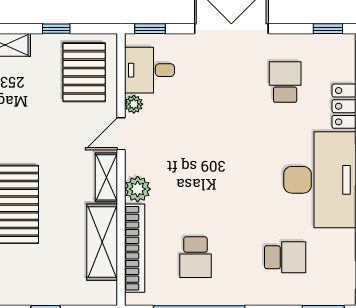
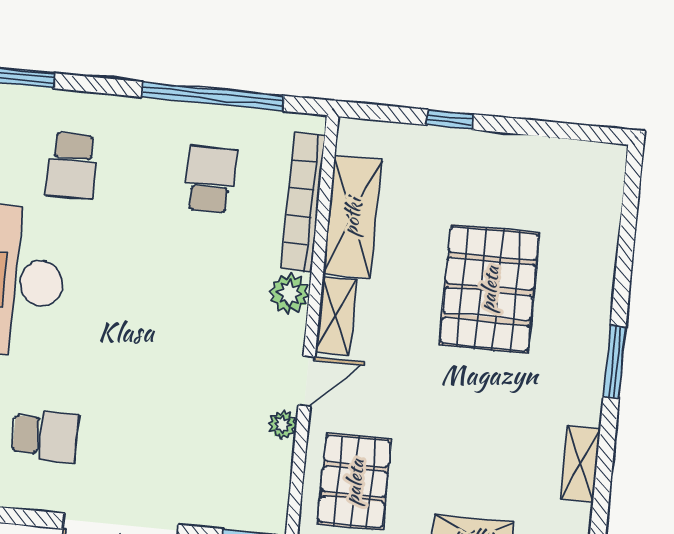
desk: (150, 70) -> (253, 475), removed
school desk: (285, 82) -> (46, 436), turned -90
school desk: (285, 257) -> (72, 166), turned -90

